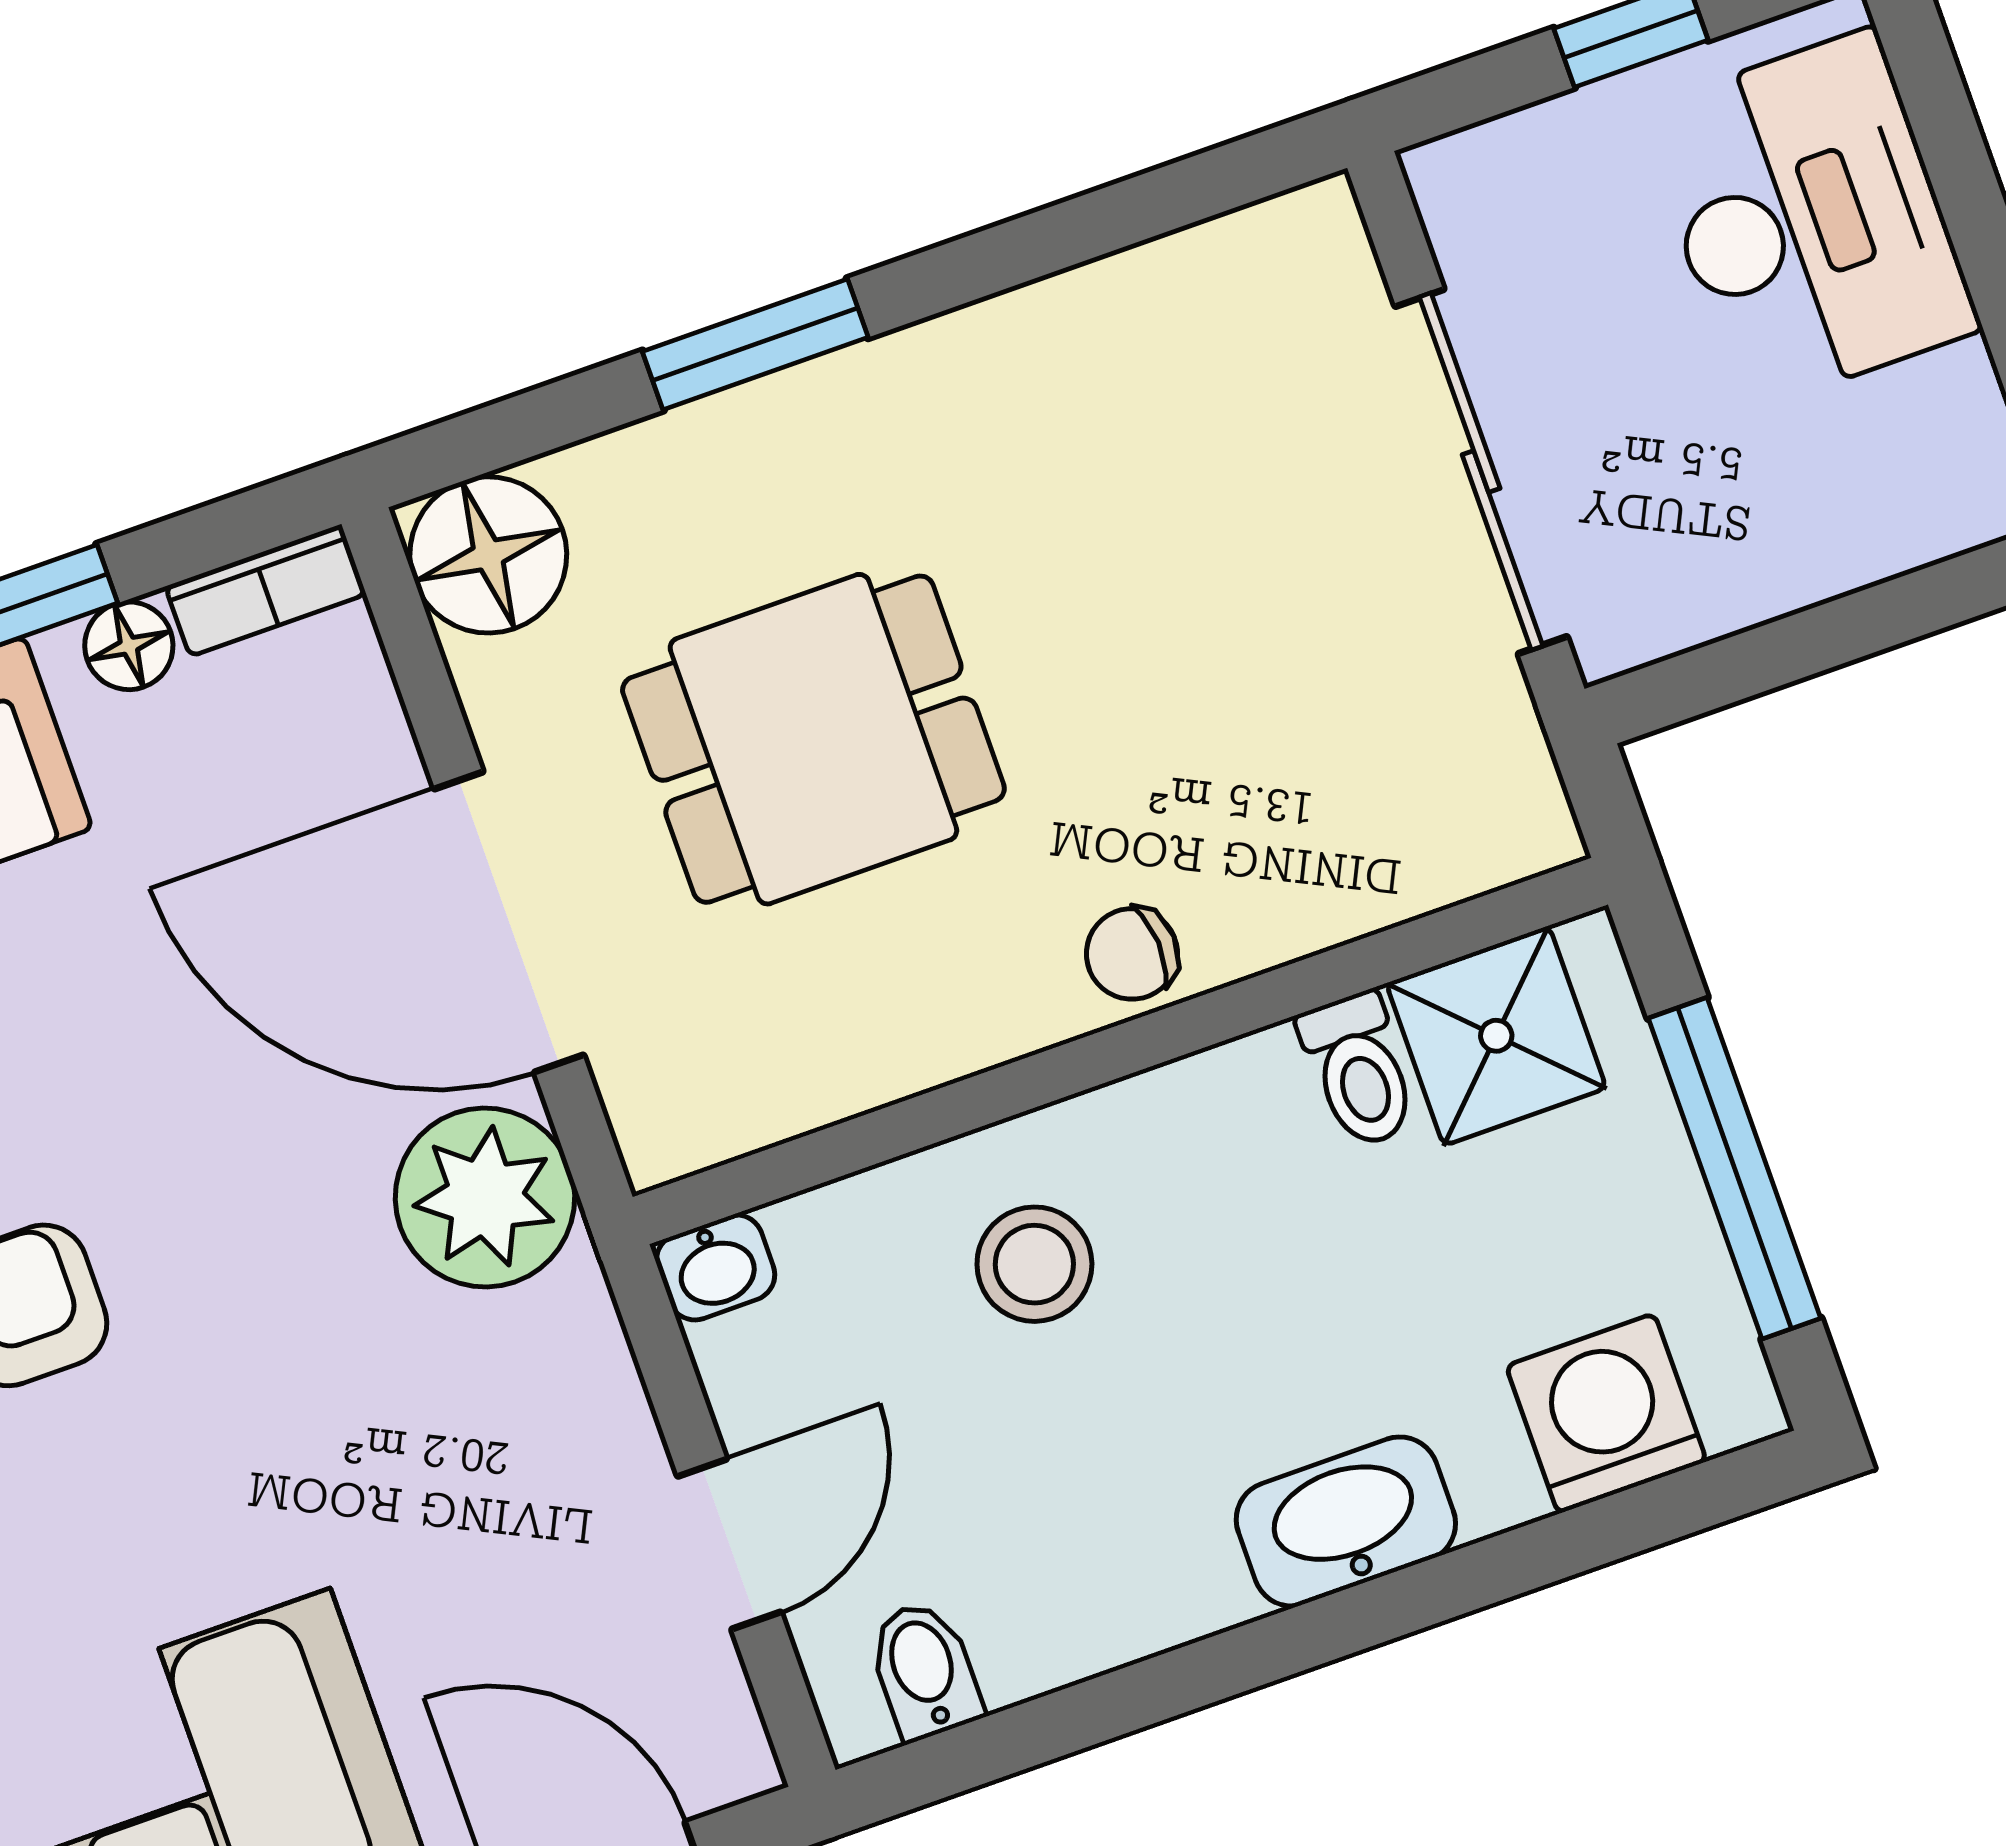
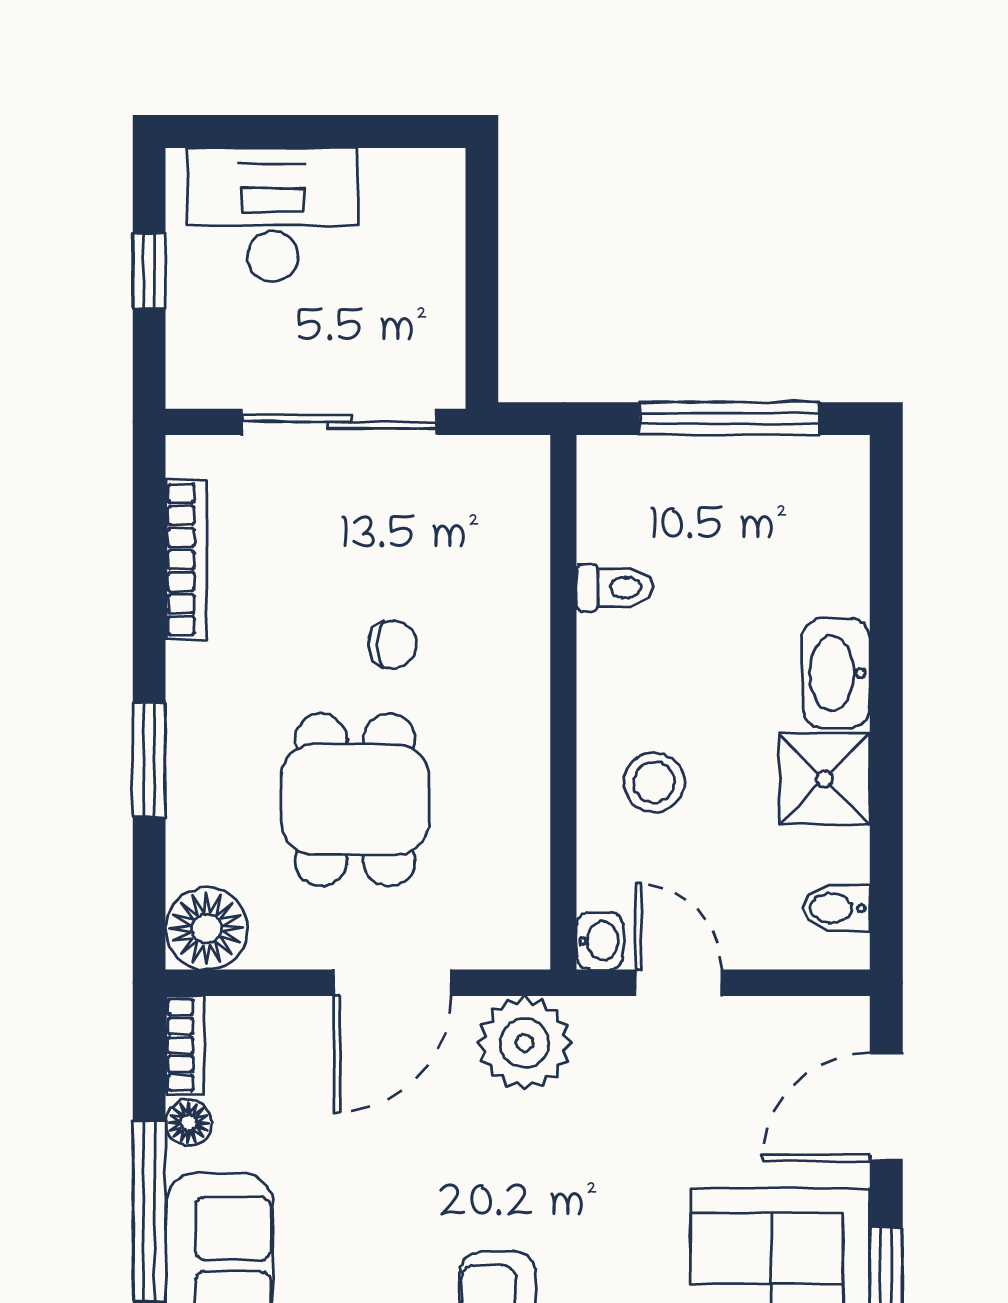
bookcase: (1137, 284) -> (186, 560), added
door: (509, 922) -> (392, 983), width x0.73
chair: (1132, 954) -> (393, 644), moved, turned -87
shower: (1496, 1036) -> (824, 779), moved
washing machine: (1606, 1414) -> (828, 525), removed
door: (729, 1544) -> (678, 983), moved

